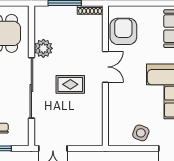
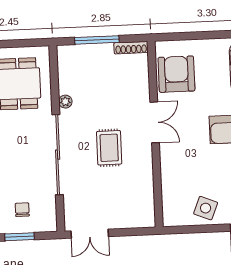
plant: (43, 48) -> (65, 102), width x0.53, depth x0.53
rug: (70, 84) -> (109, 148), turned 90

